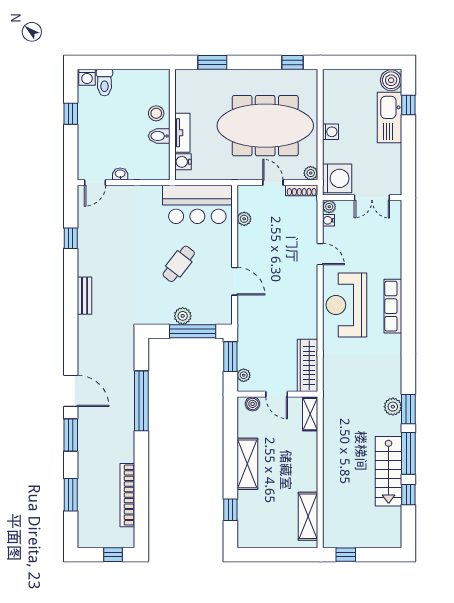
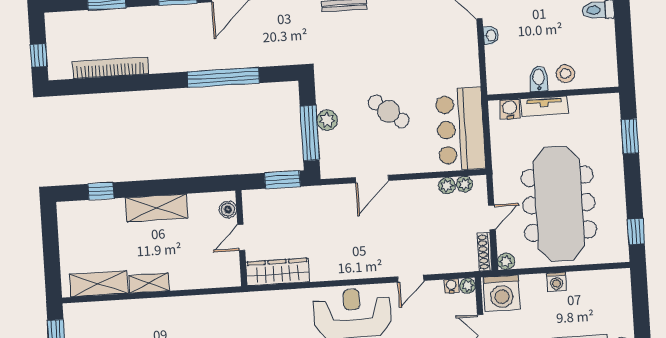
plant: (244, 375) -> (465, 184), moved
shelving: (310, 414) -> (149, 283), moved

